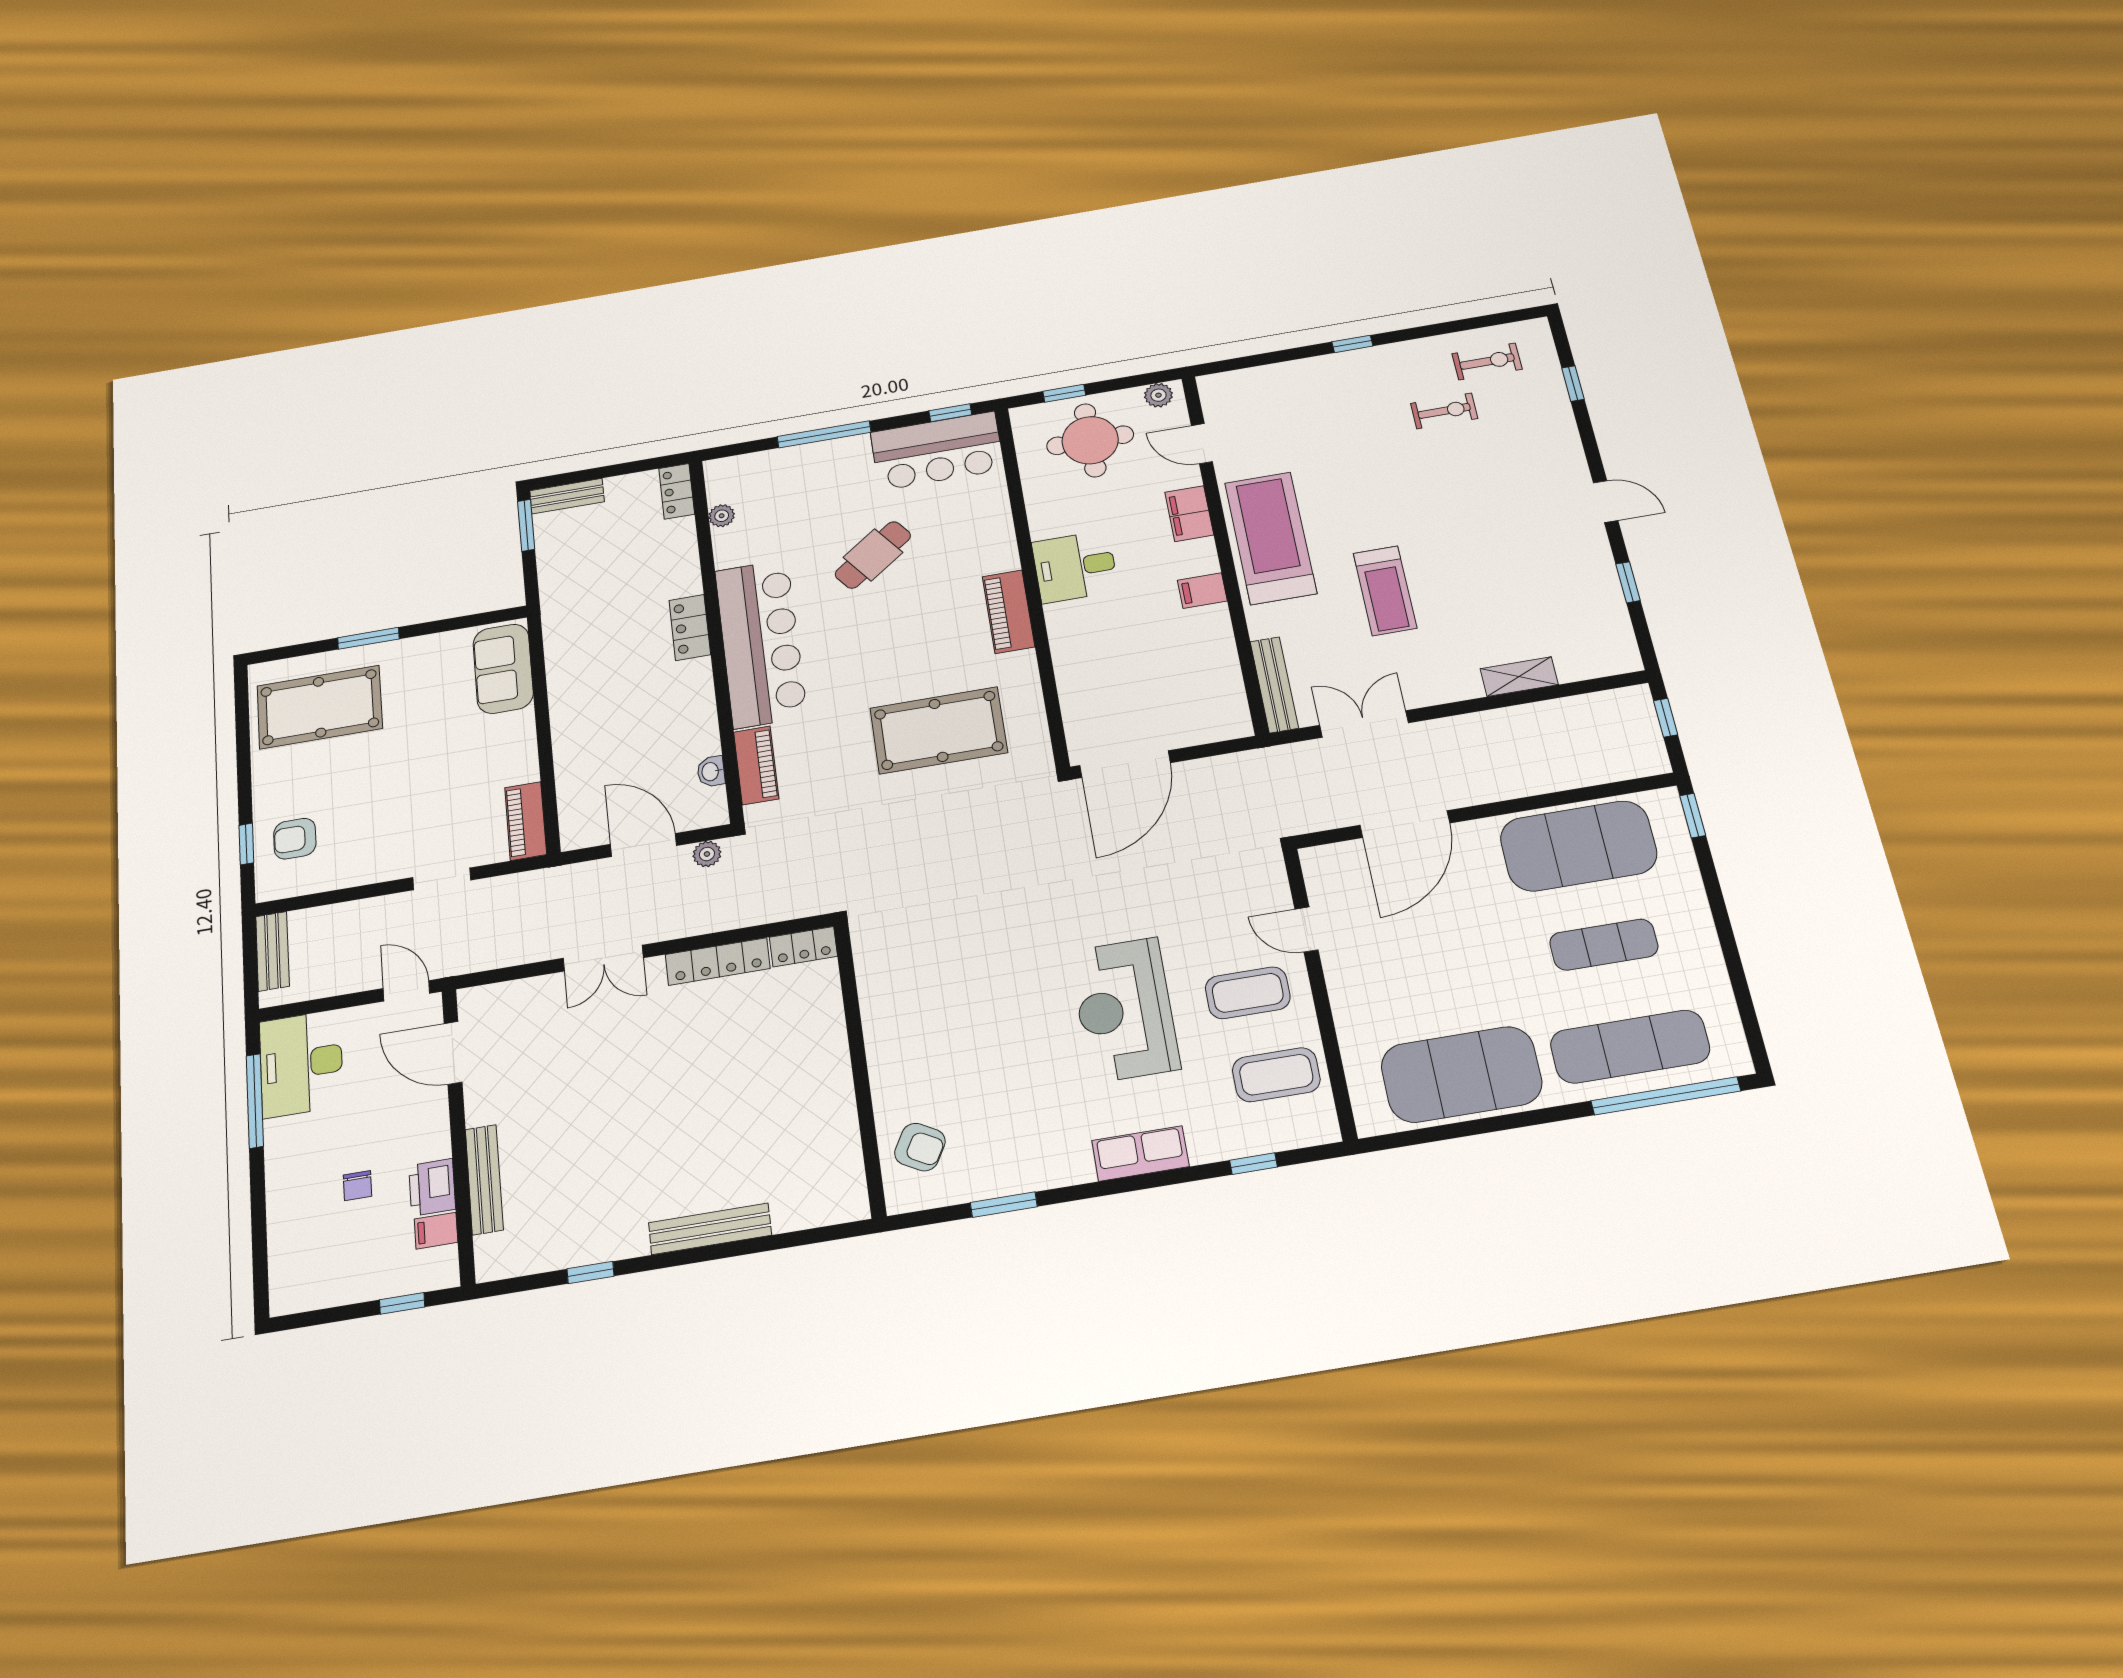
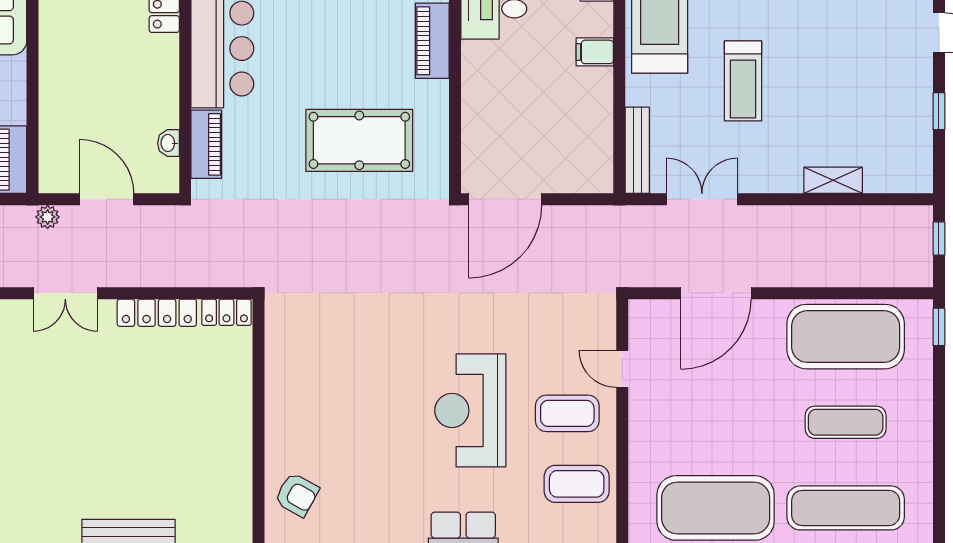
plant: (707, 854) -> (48, 217), moved

